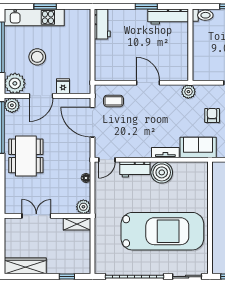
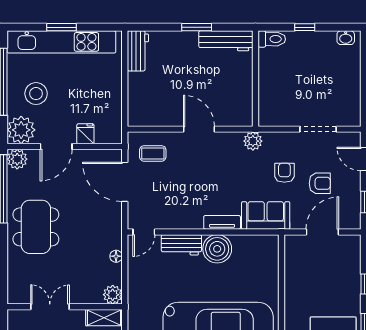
kitchen unit: (34, 17) -> (61, 42), width x1.36
stool: (37, 57) -> (36, 94), moved

